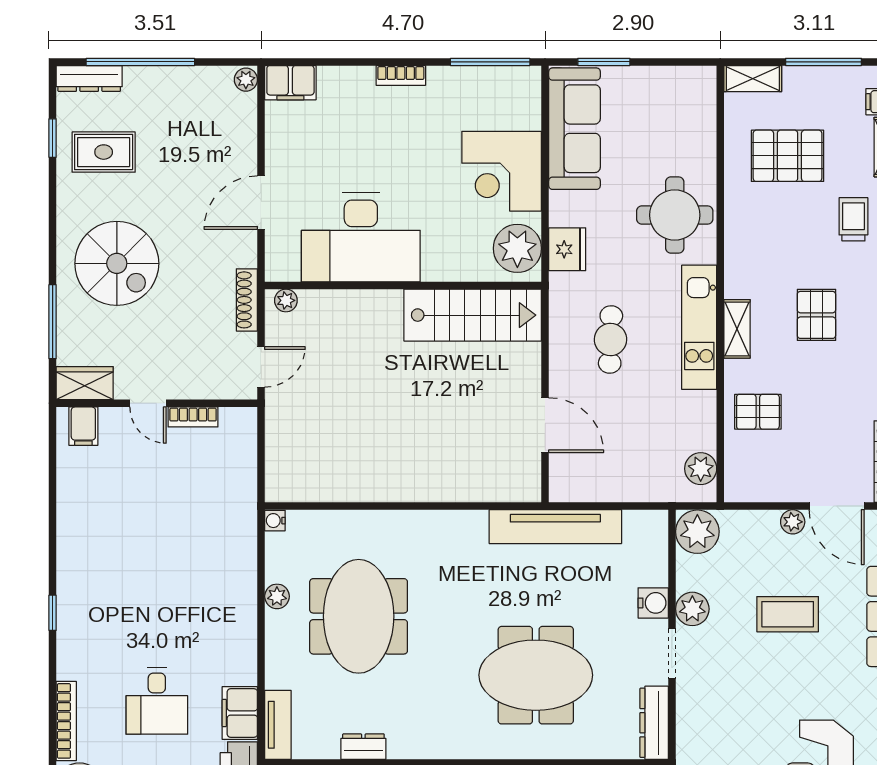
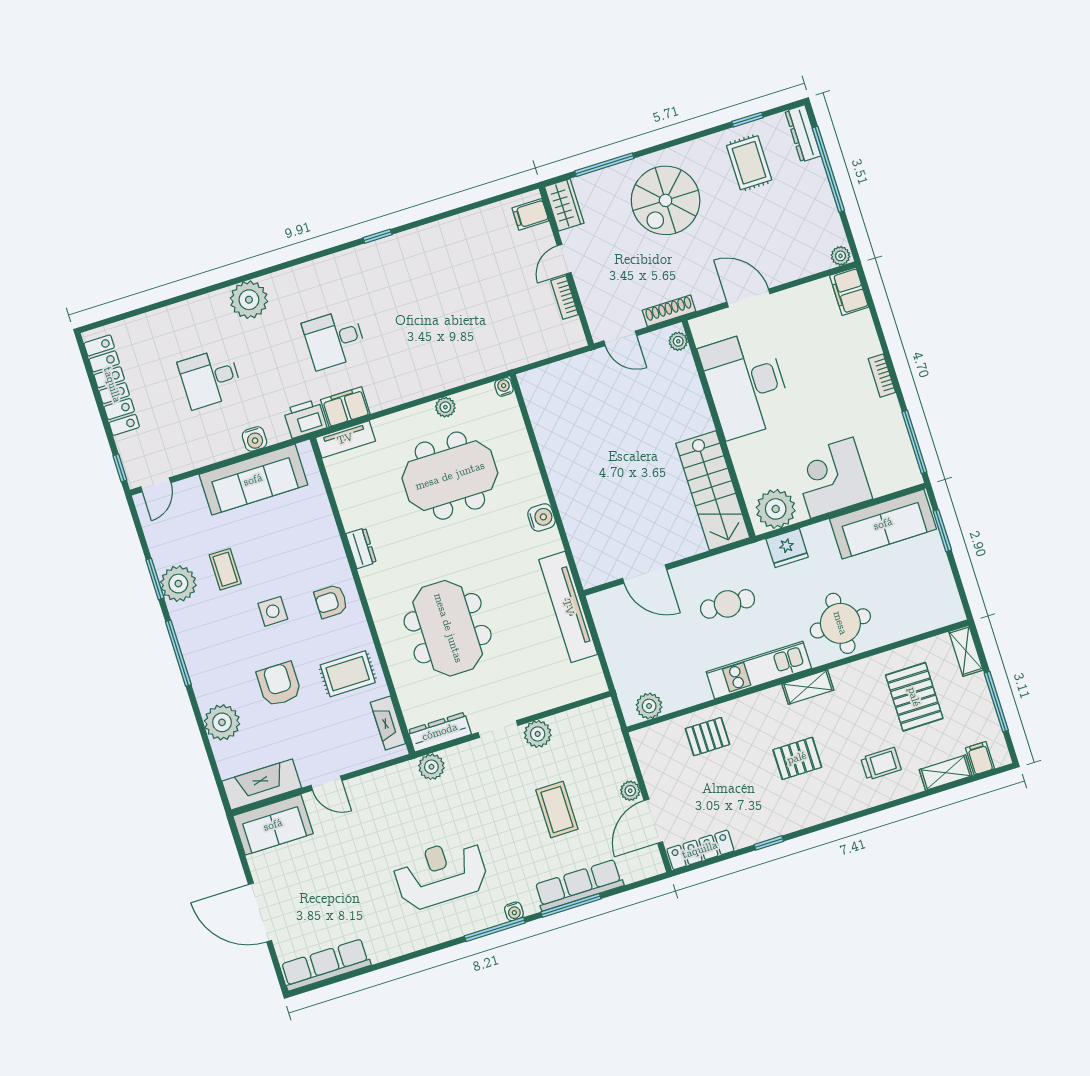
shelving: (737, 329) -> (808, 687), moved
pallet: (758, 412) -> (707, 737), turned 90
door: (545, 425) -> (645, 574), hinge flipped
plant: (697, 532) -> (431, 767), moved, width x0.73, depth x0.73
water cooler: (653, 603) -> (541, 517), moved, turned -90
bookcase: (66, 721) -> (297, 274), removed
dresser: (363, 747) -> (361, 548), moved

